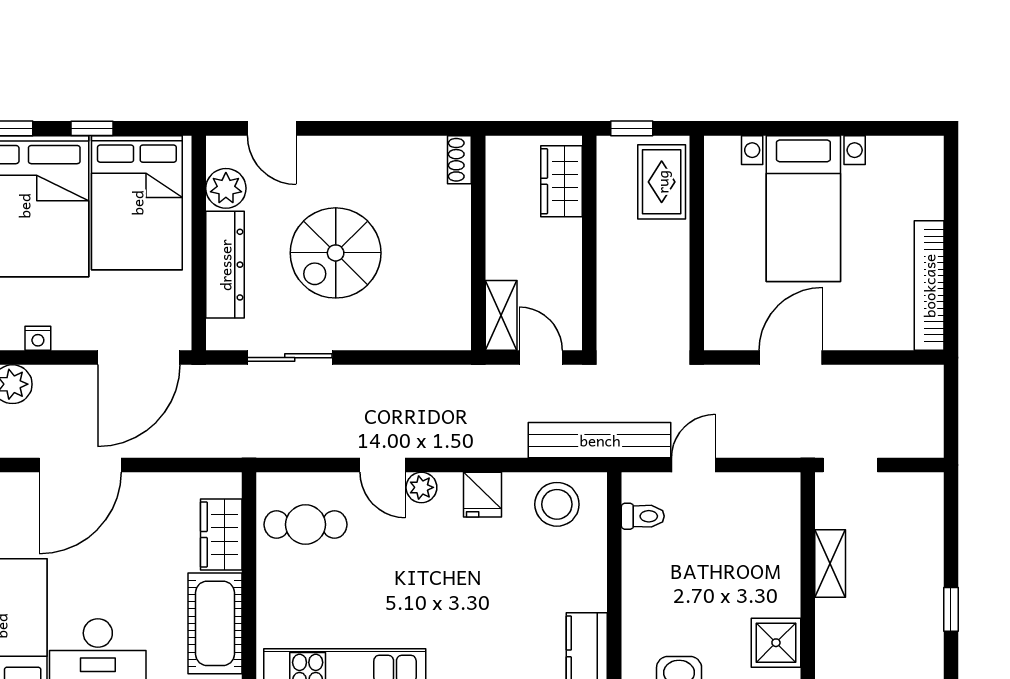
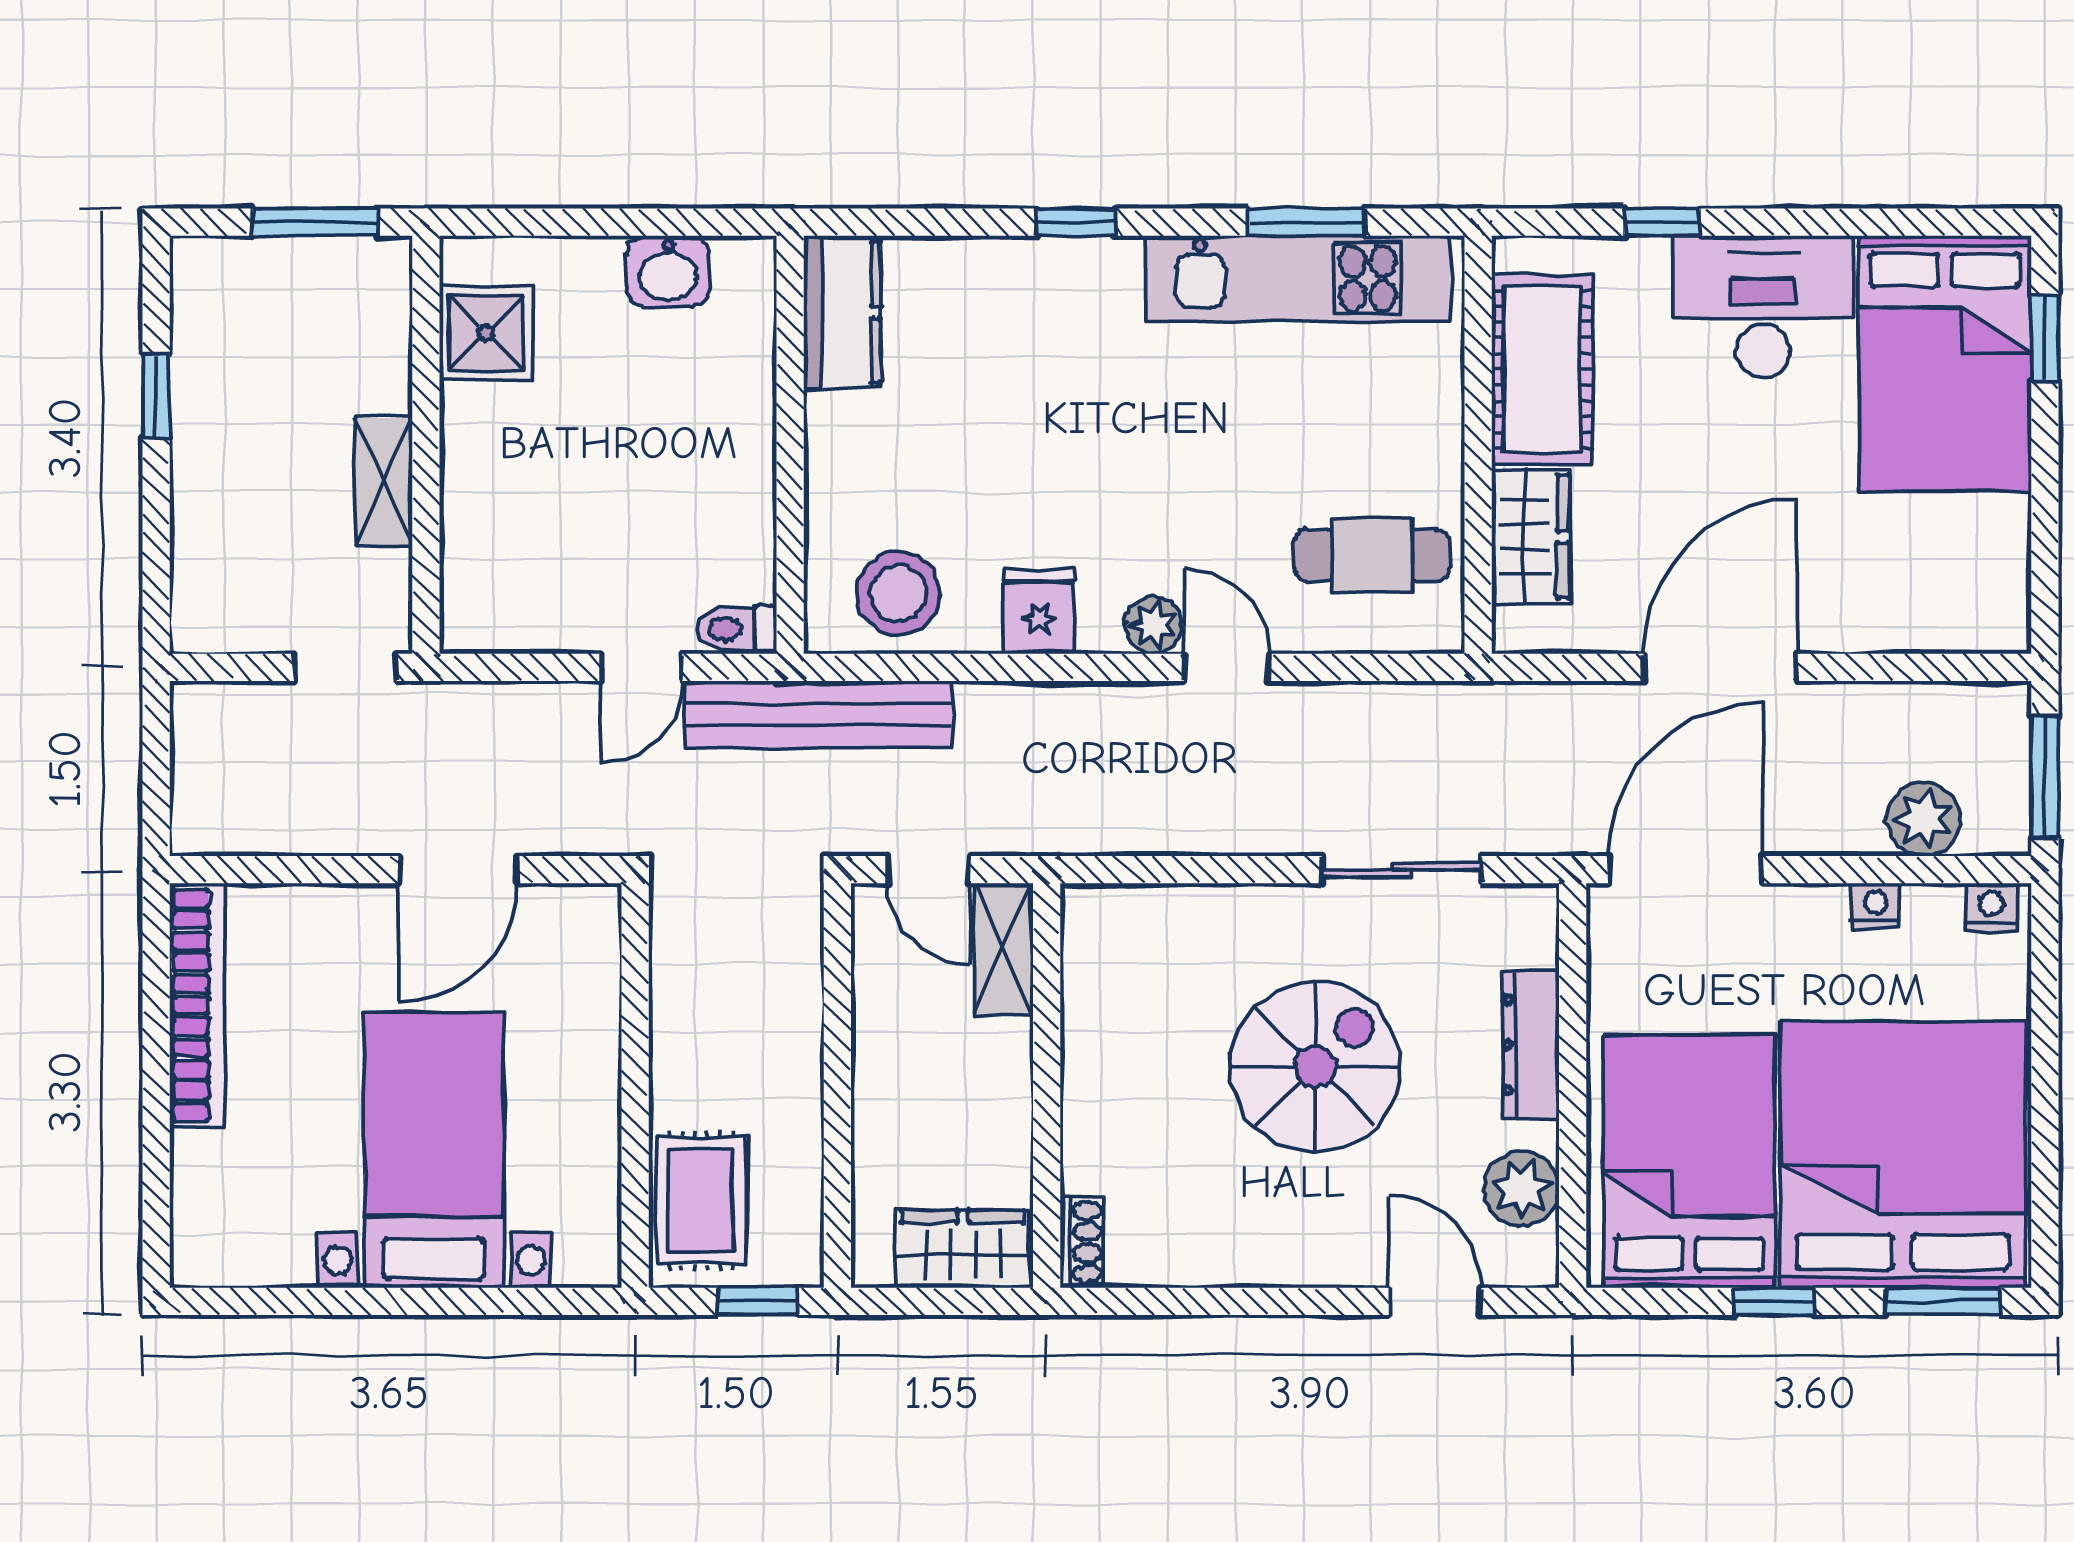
wardrobe: (561, 181) -> (963, 1249), moved, turned -90
dresser: (225, 265) -> (1530, 1045), width x0.73, depth x0.80
door: (80, 465) -> (1720, 667), moved
toilet: (643, 516) -> (737, 629), moved

